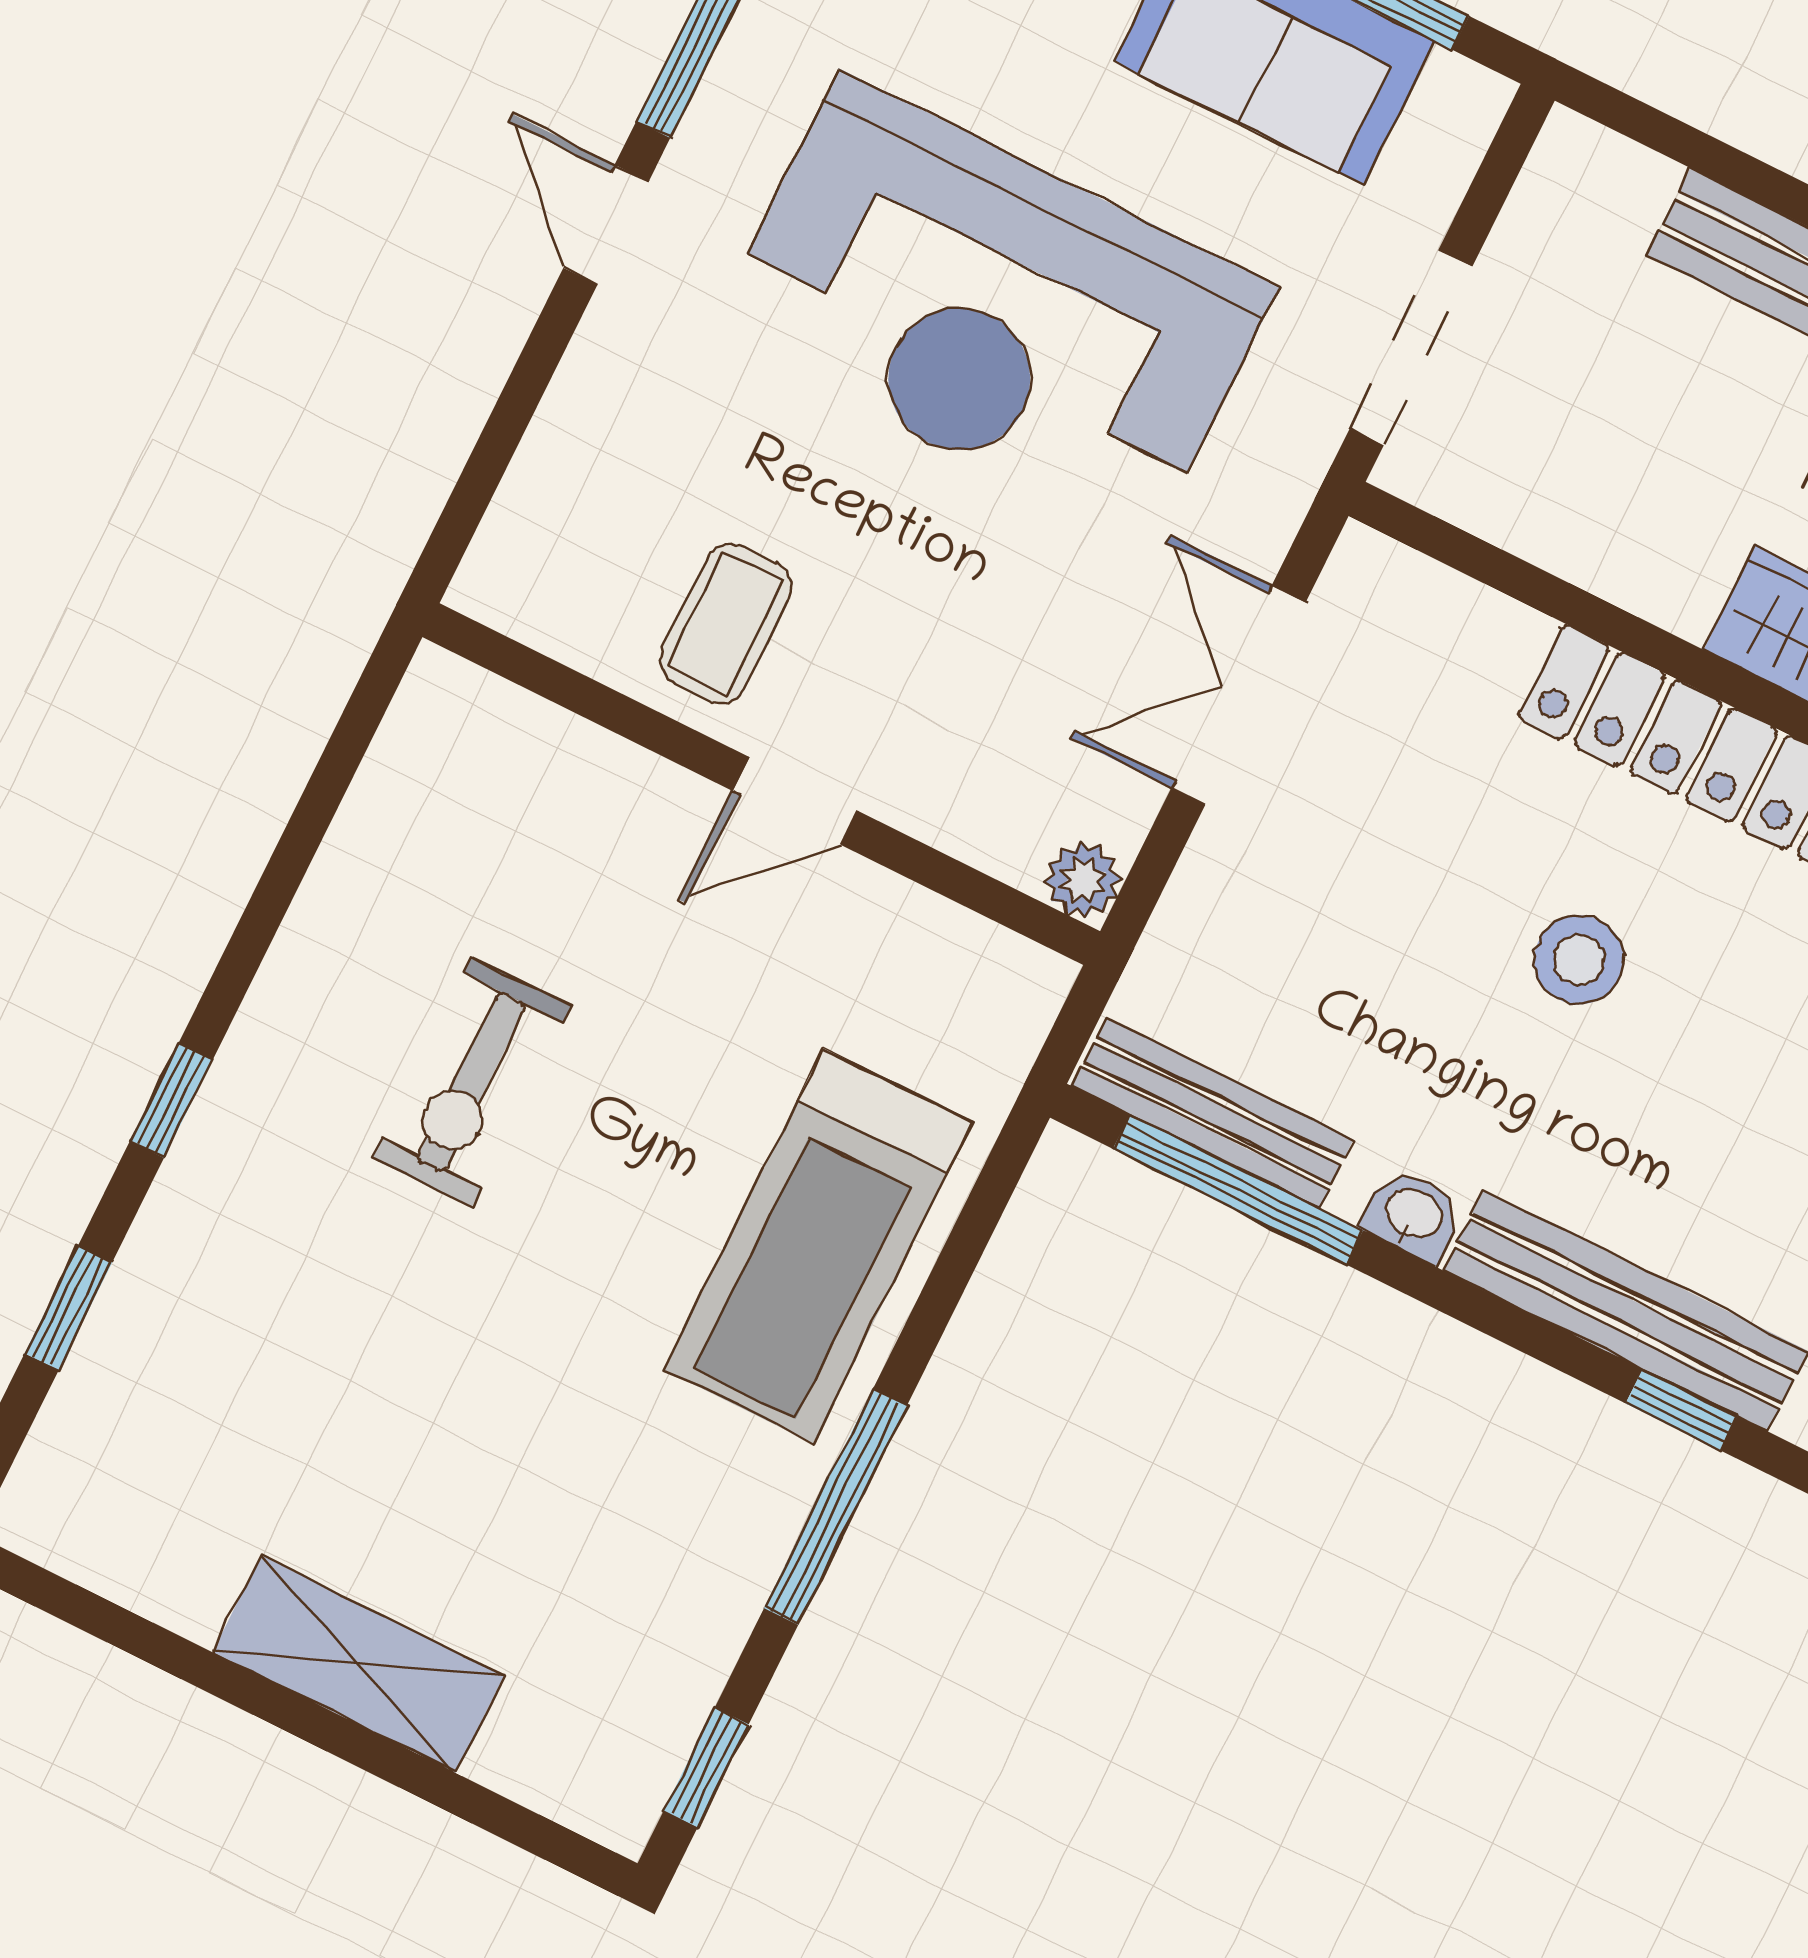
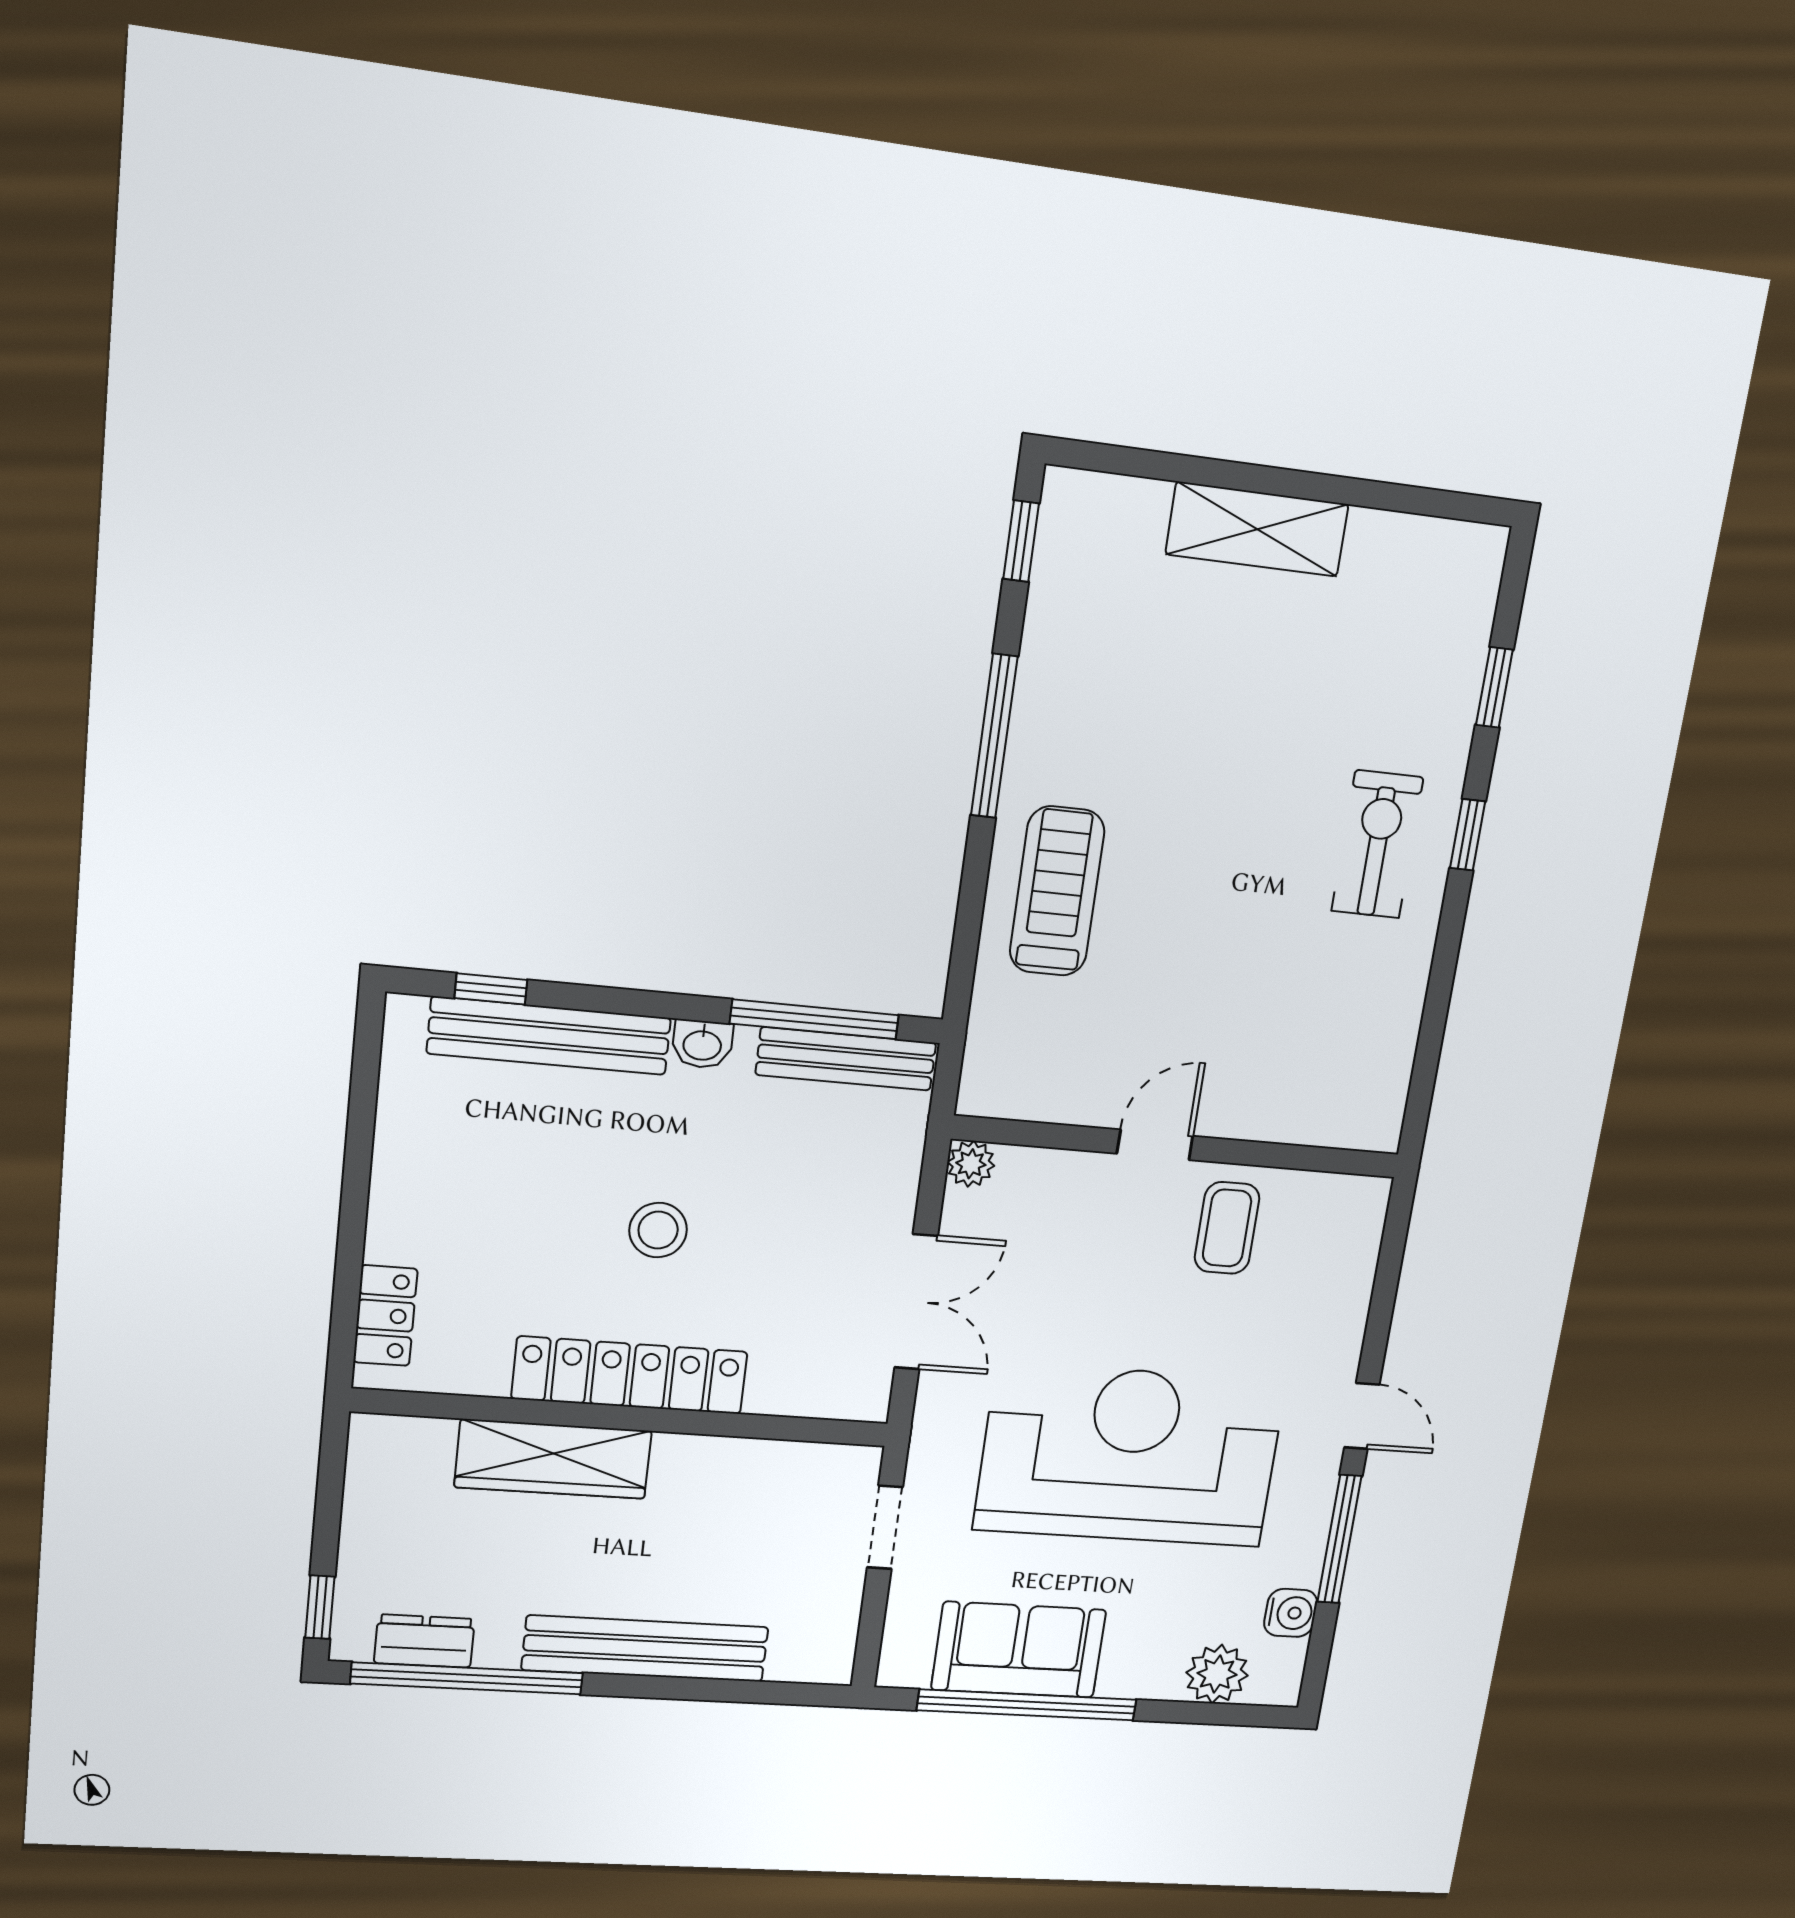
doorway: (1411, 347) -> (885, 1527), width x0.73
exercise bike: (471, 1082) -> (1377, 844), moved
treadmill: (818, 1246) -> (1057, 891), width x0.73, depth x0.73

